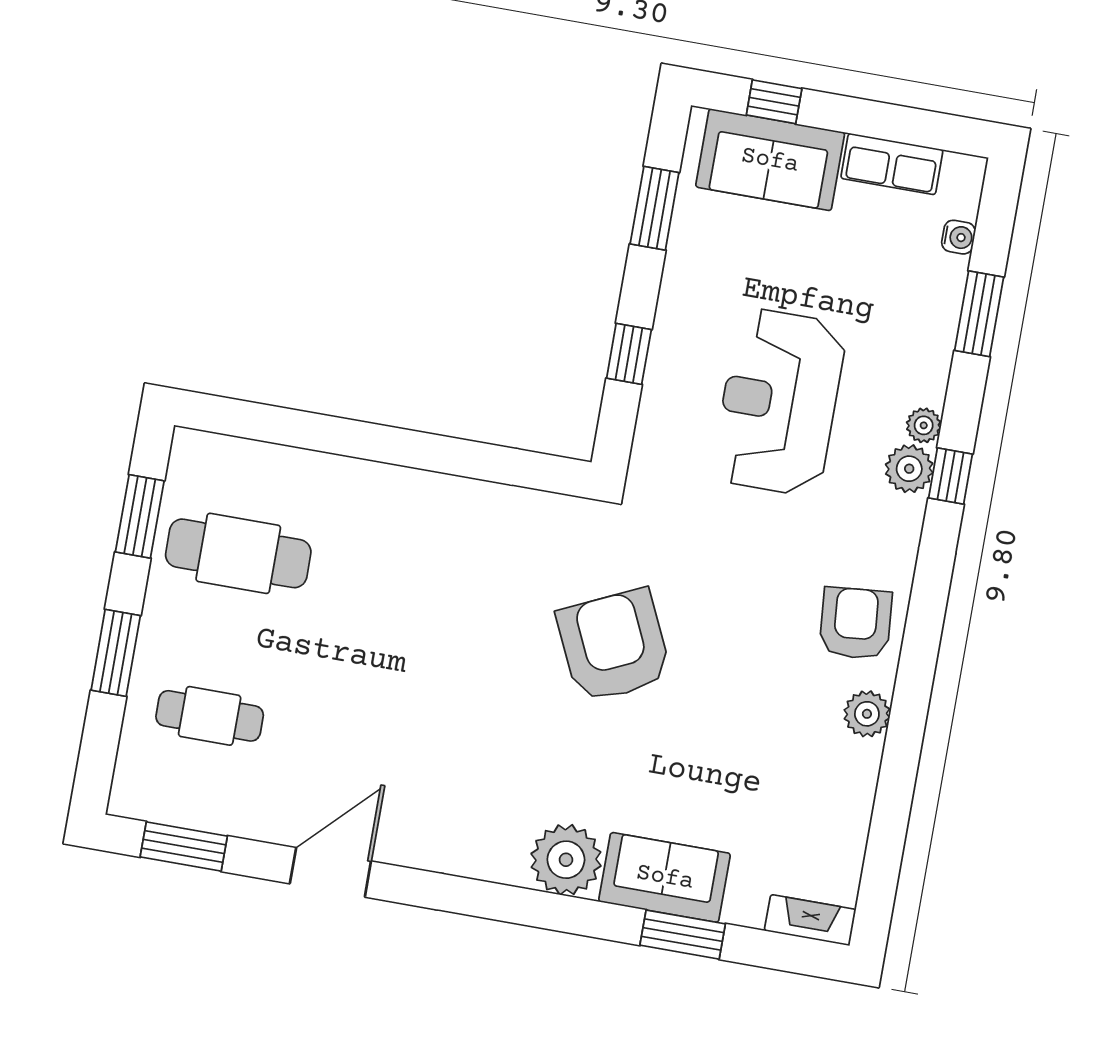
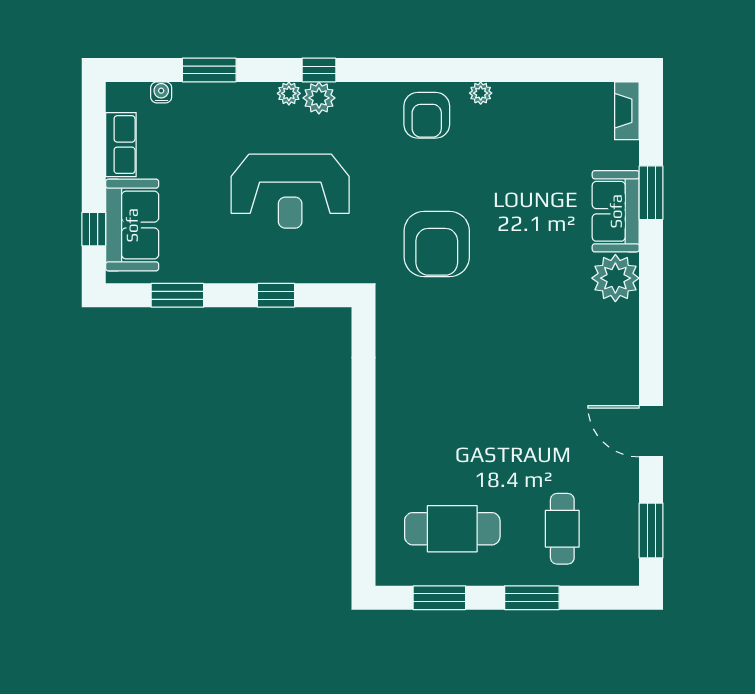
cafe table: (238, 553) -> (452, 529), turned 90
armchair: (856, 623) -> (427, 115), turned -85
armchair: (614, 646) -> (437, 244), moved, turned -65
plant: (867, 714) -> (481, 93), width x0.73, depth x0.73

